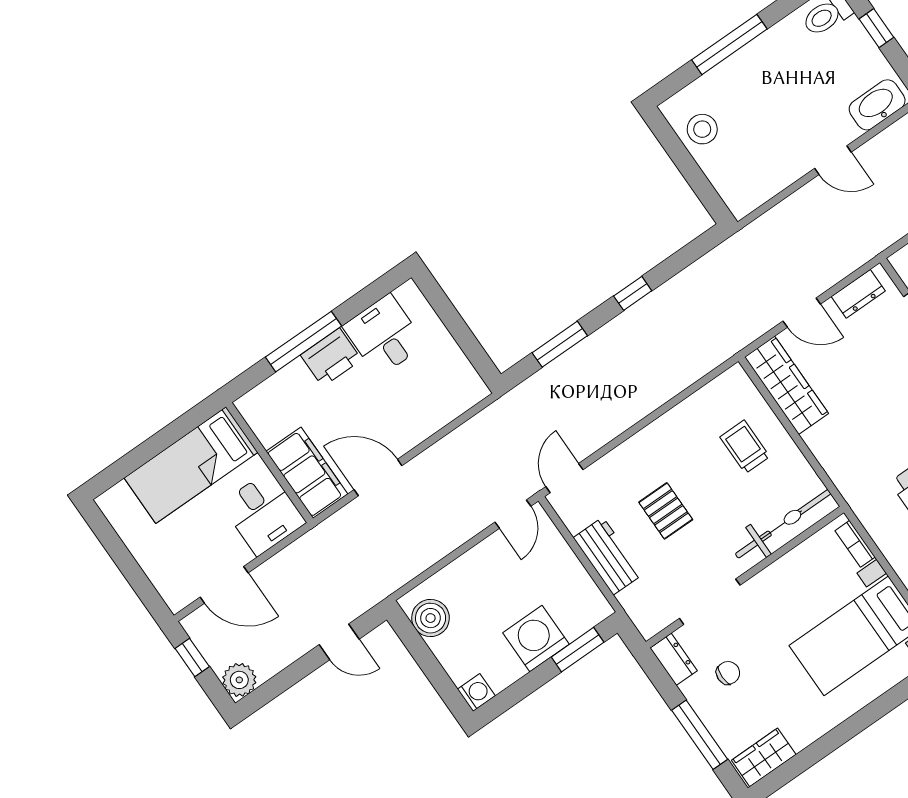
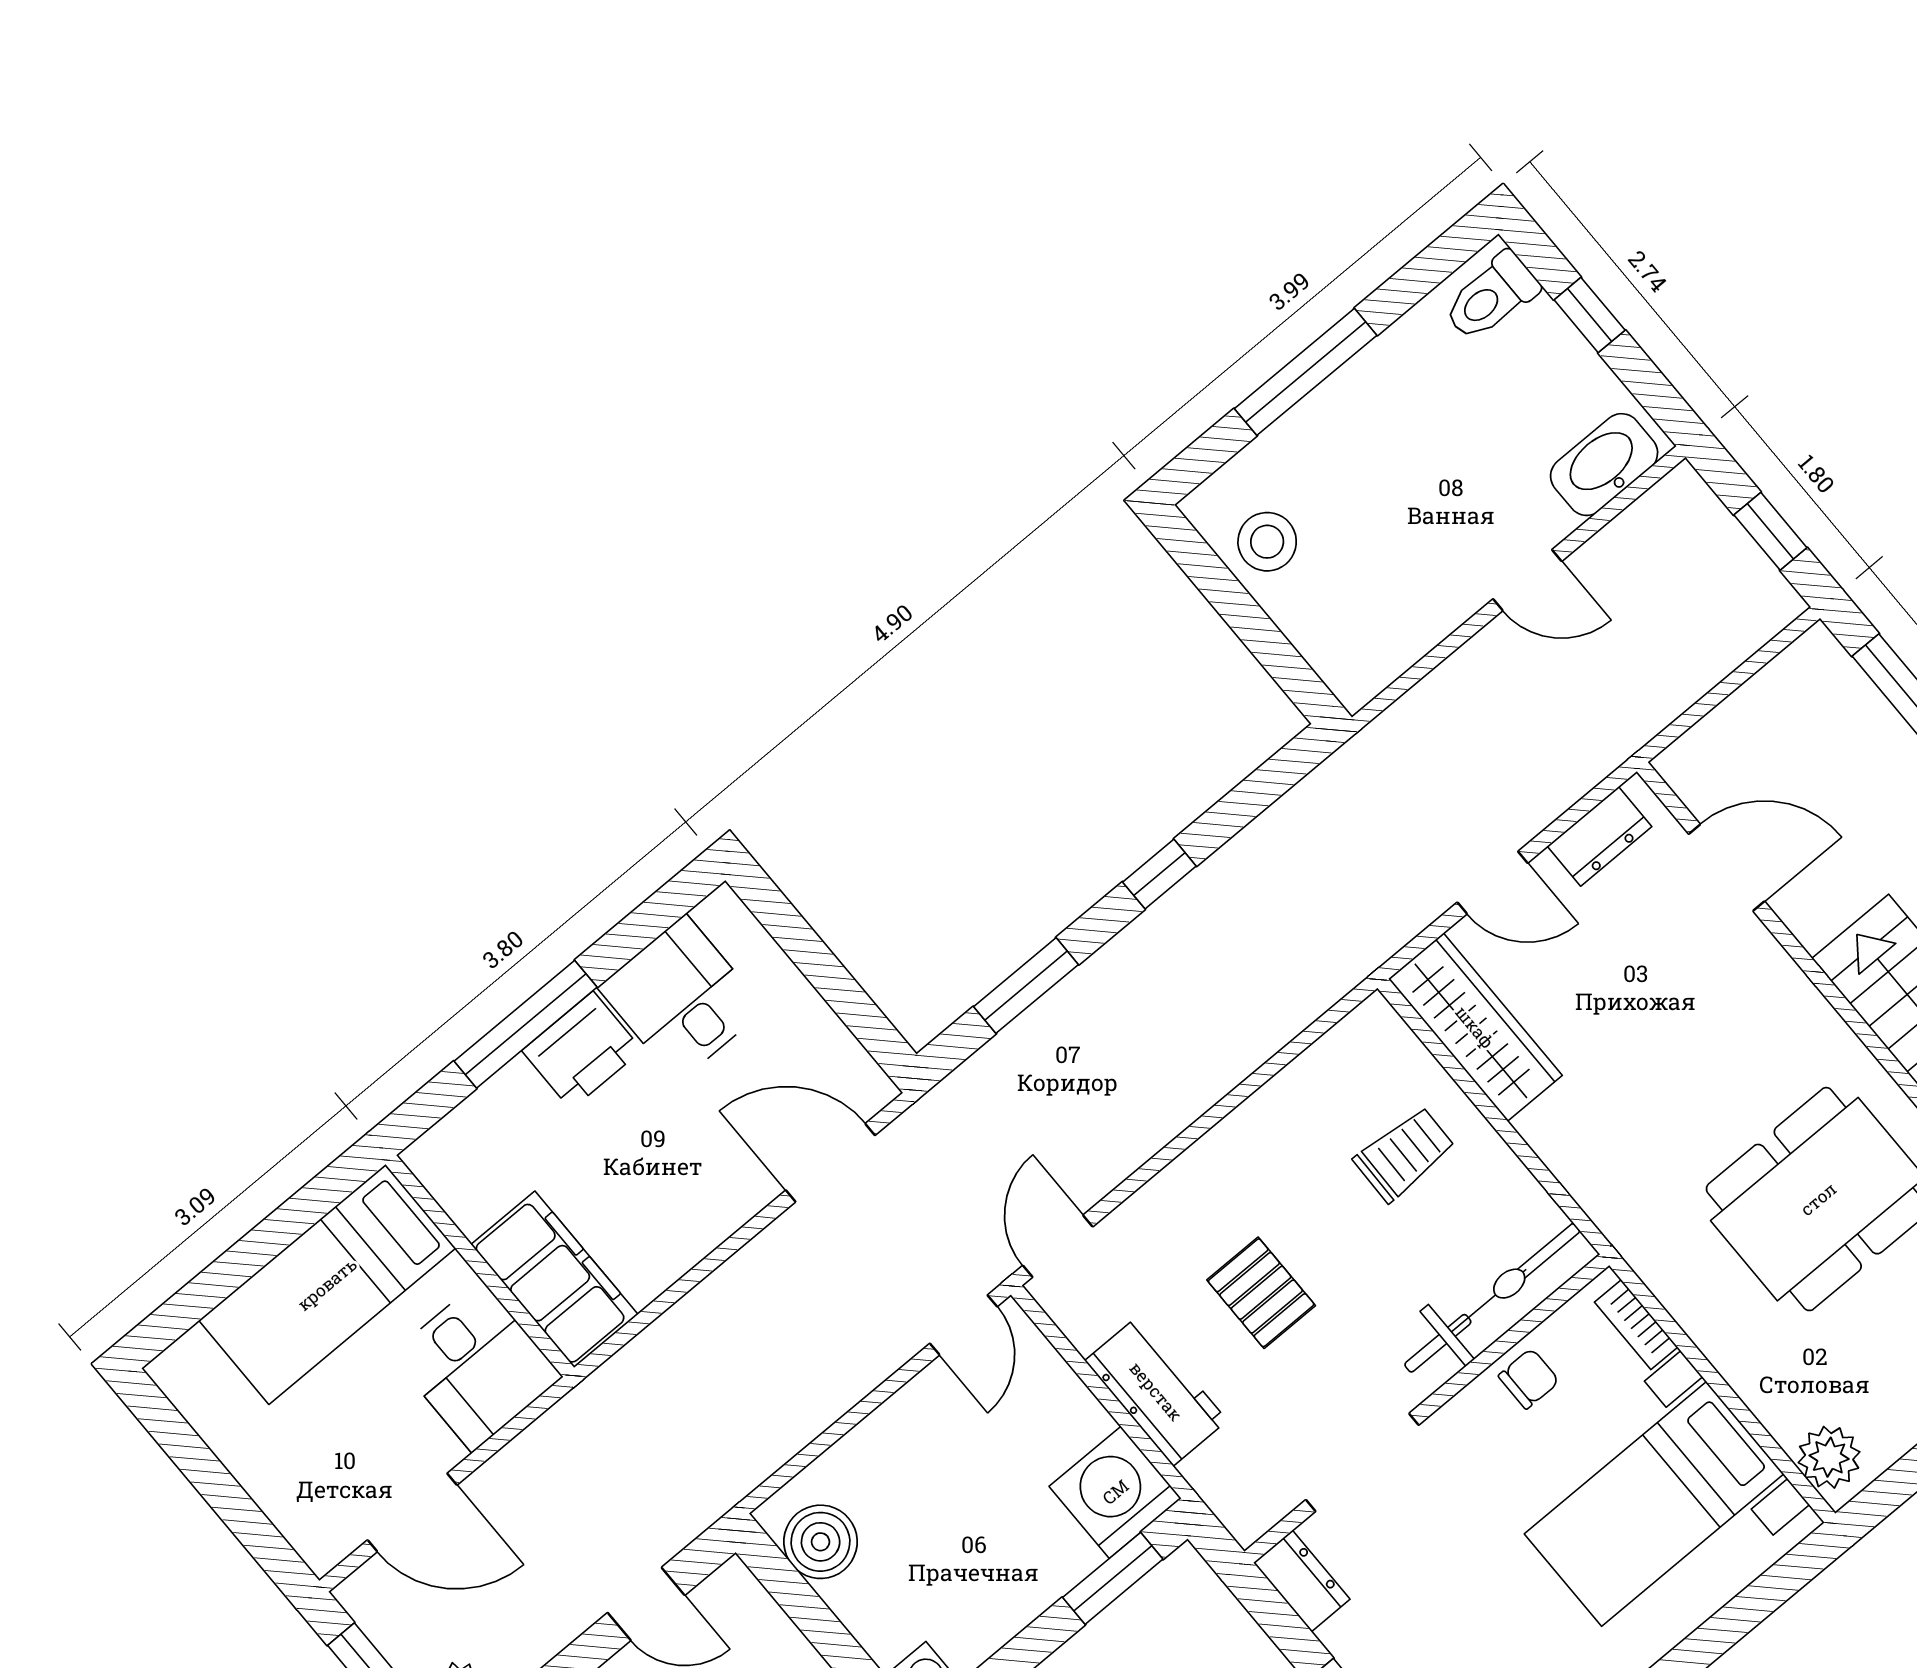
trolley: (745, 447) -> (1404, 1154), turned 91
door: (378, 478) -> (830, 1163), moved
washing machine: (536, 639) -> (1115, 1492), moved
chair: (728, 673) -> (1529, 1379), moved

